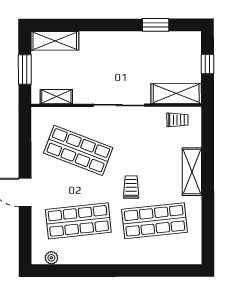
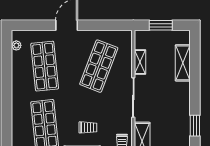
shelving: (55, 41) -> (183, 63), moved
shelving: (56, 97) -> (140, 62), moved
trolley: (131, 187) -> (88, 127), moved

